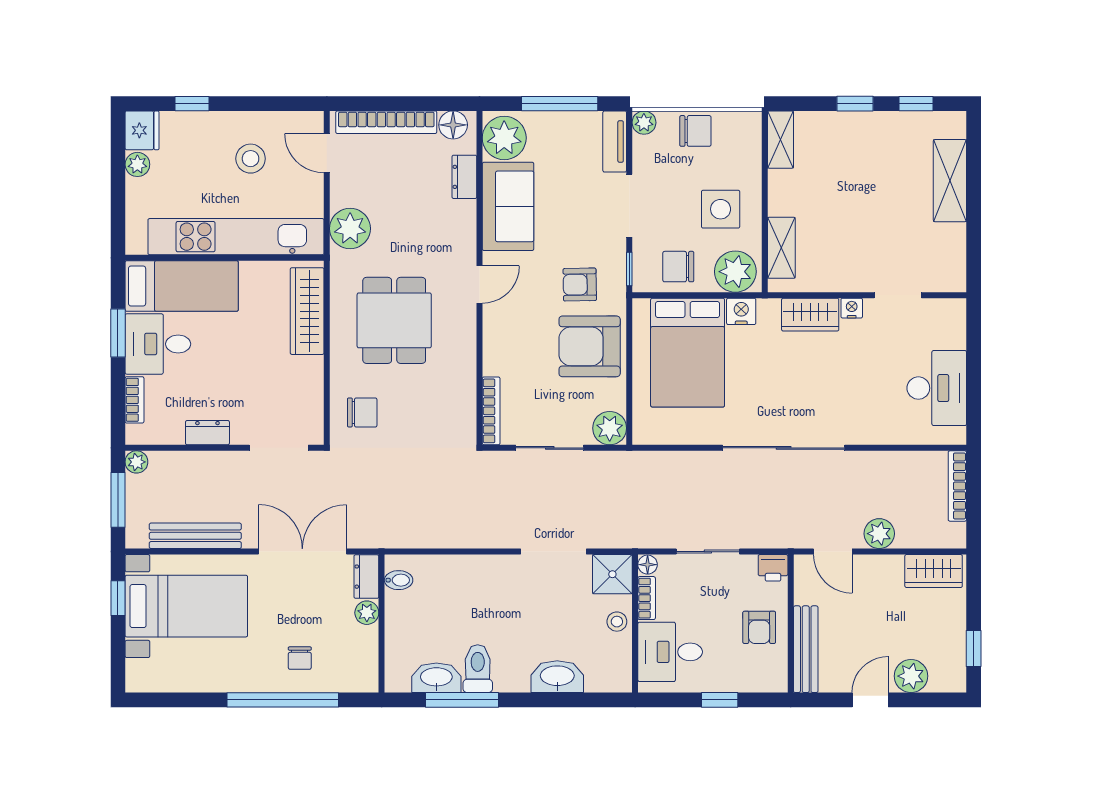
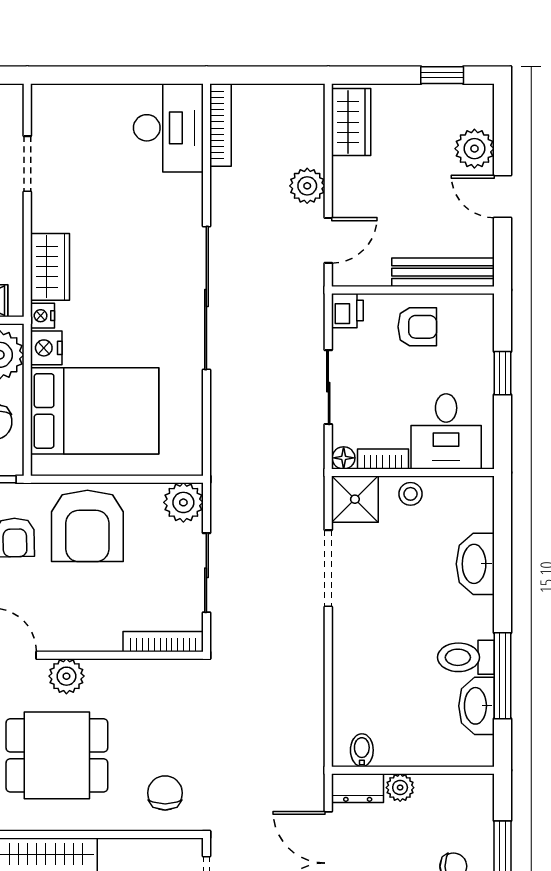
nightstand: (852, 308) -> (42, 316), moved
plant: (462, 329) -> (66, 676), added
desk: (937, 388) -> (168, 128), moved, turned 90
bookcase: (957, 486) -> (220, 125), moved, turned -90

